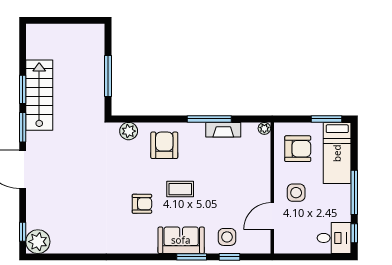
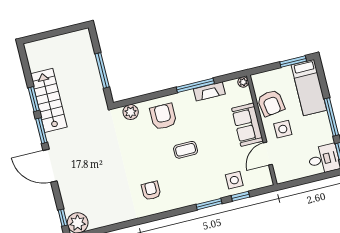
armchair: (298, 149) -> (271, 103), moved, turned 82
armchair: (142, 204) -> (151, 191), moved, turned -90
sofa: (181, 240) -> (247, 125), moved, turned -90

